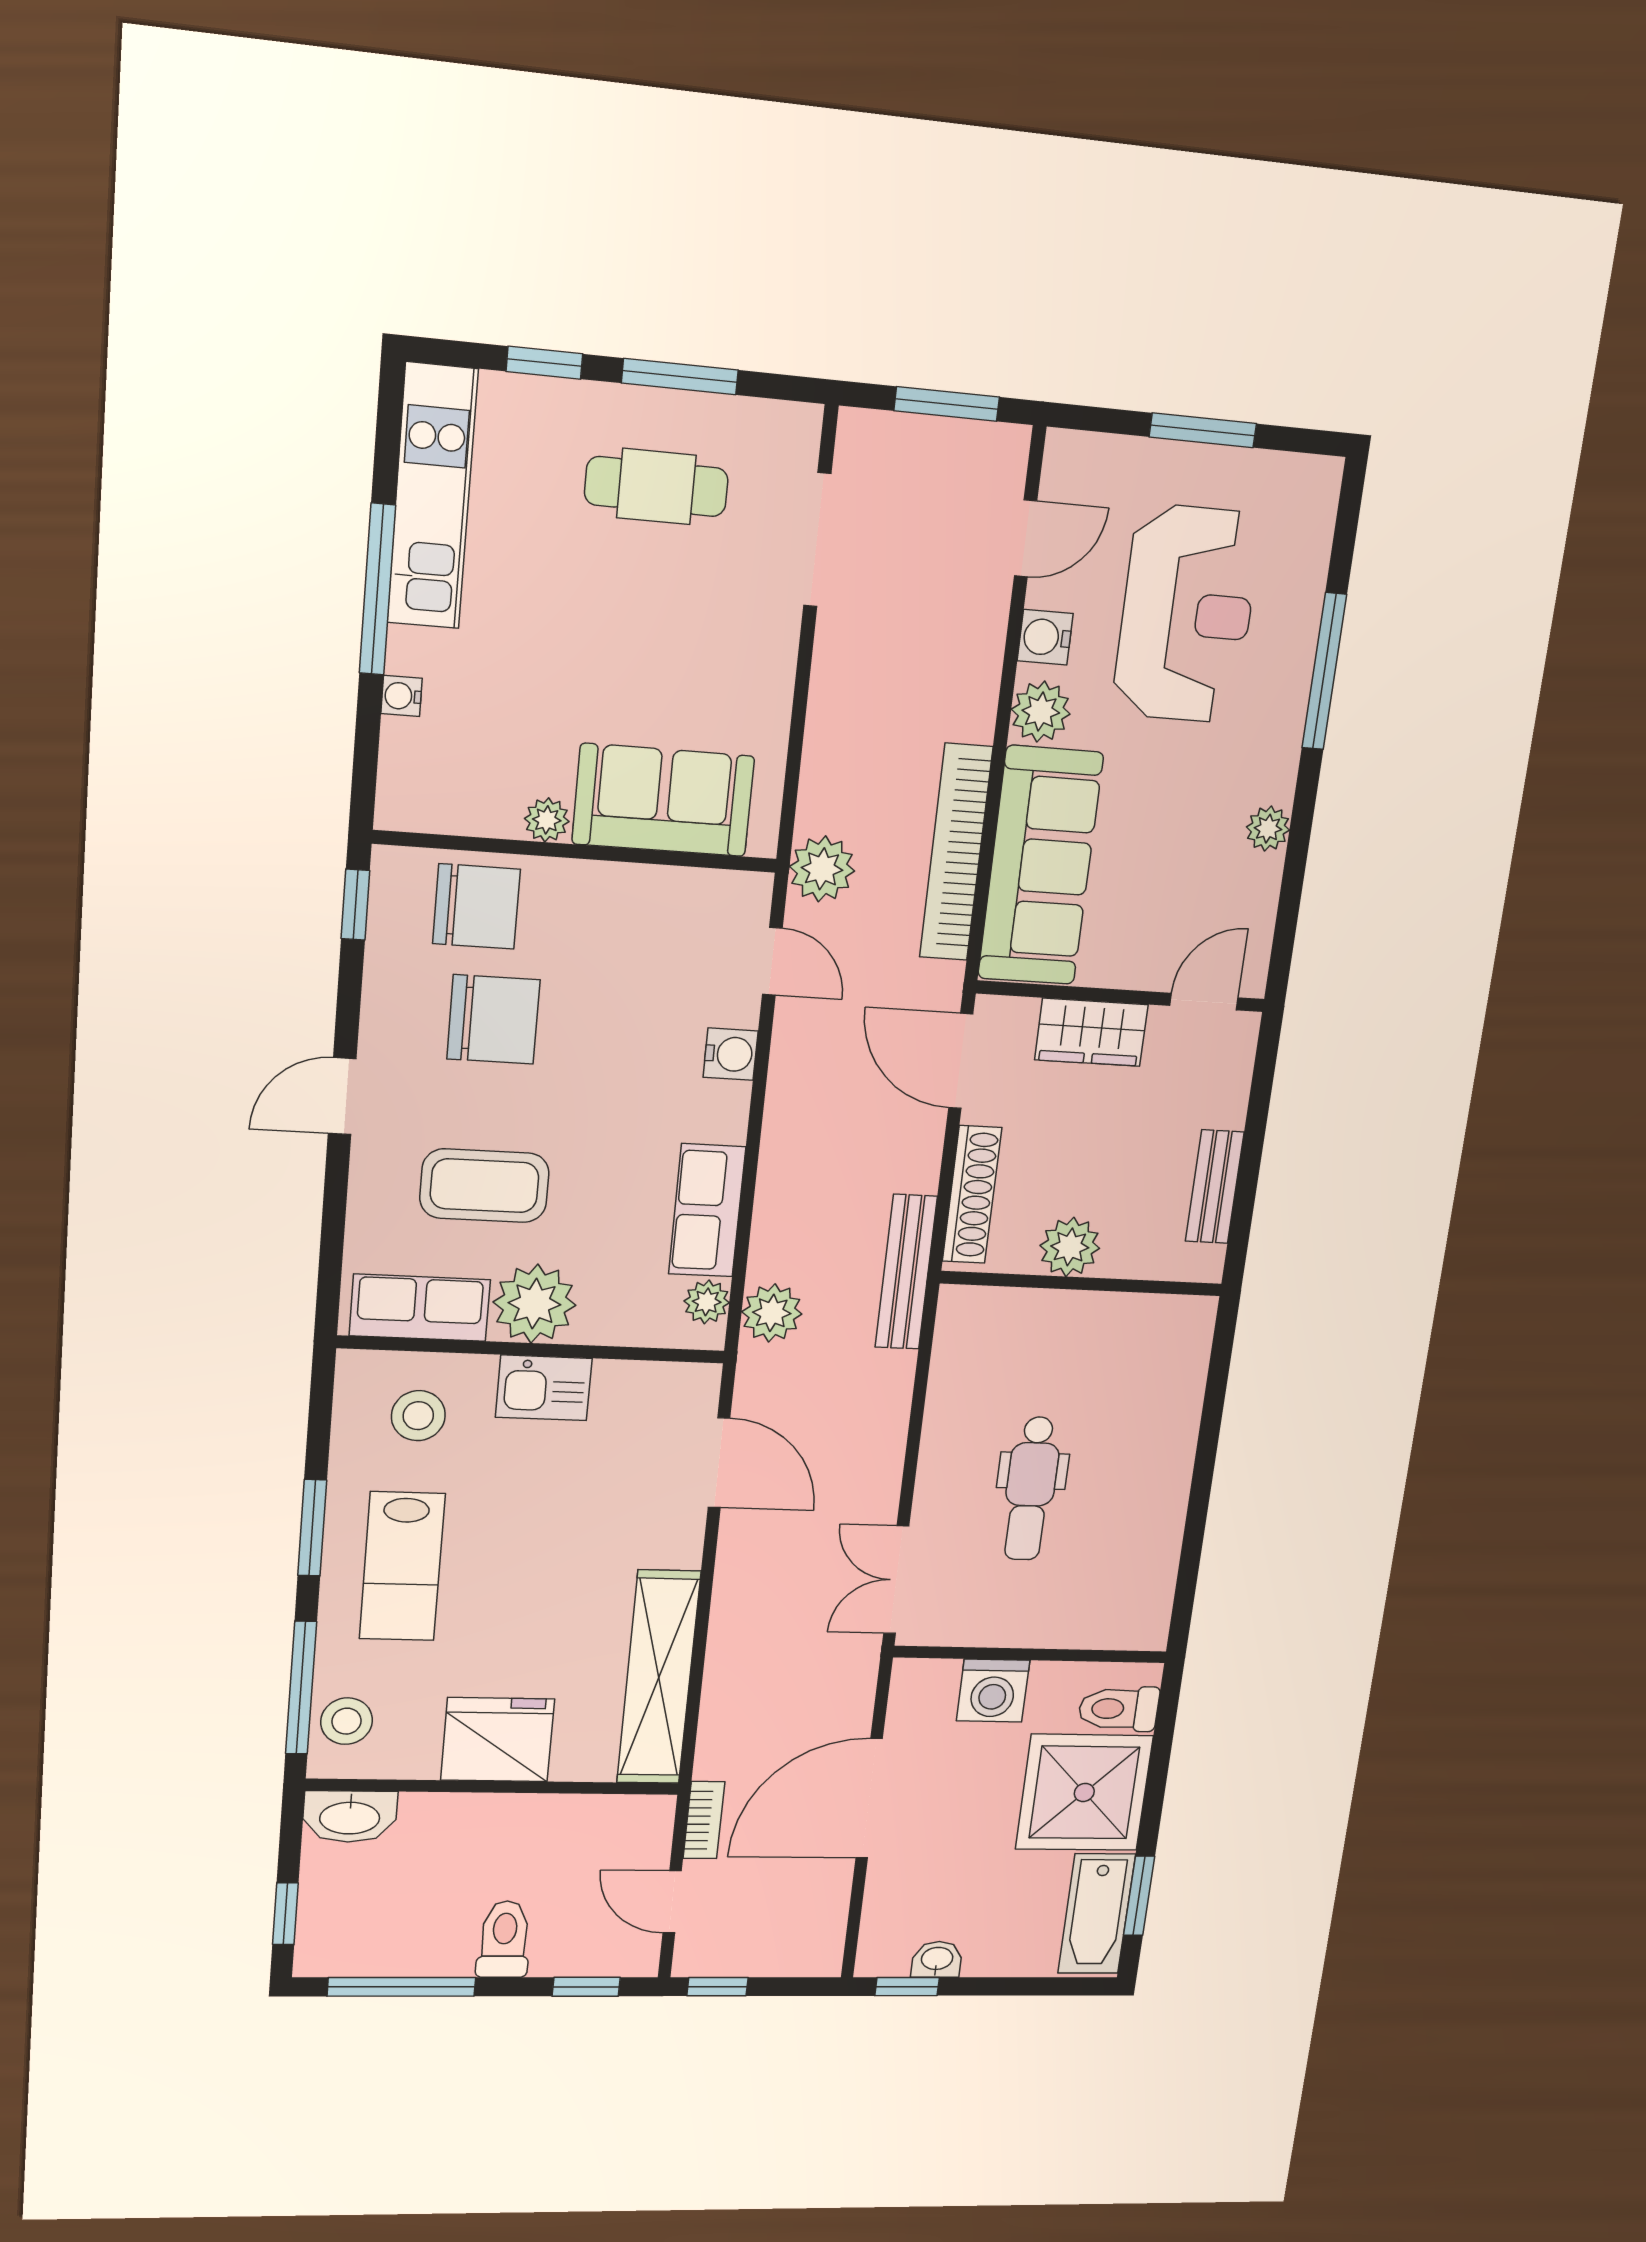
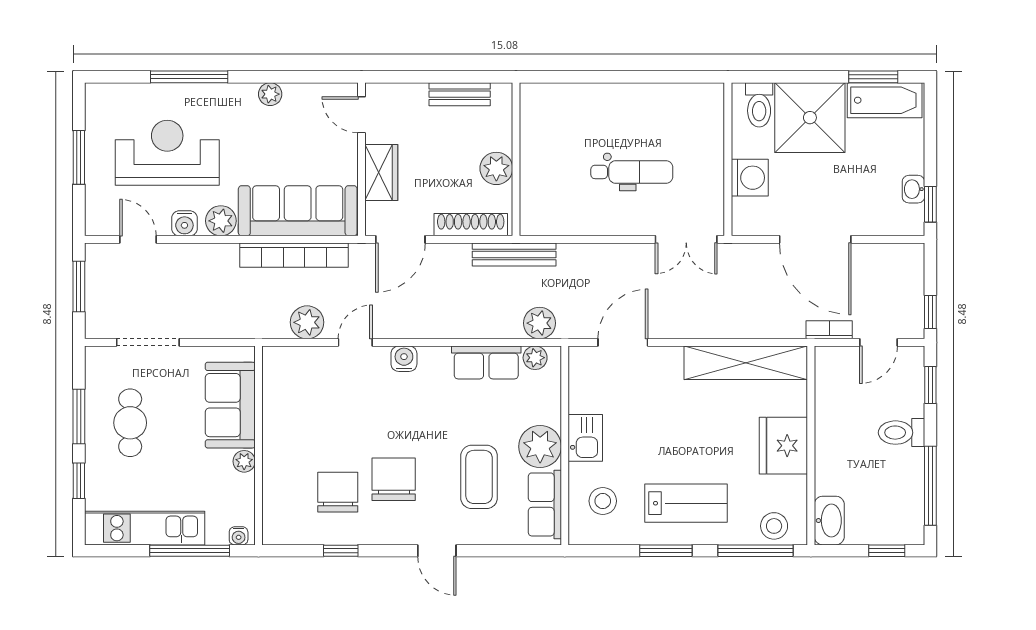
sofa: (663, 800) -> (230, 405), moved
plant: (547, 820) -> (244, 461), moved
wall: (577, 851) -> (259, 445), moved

